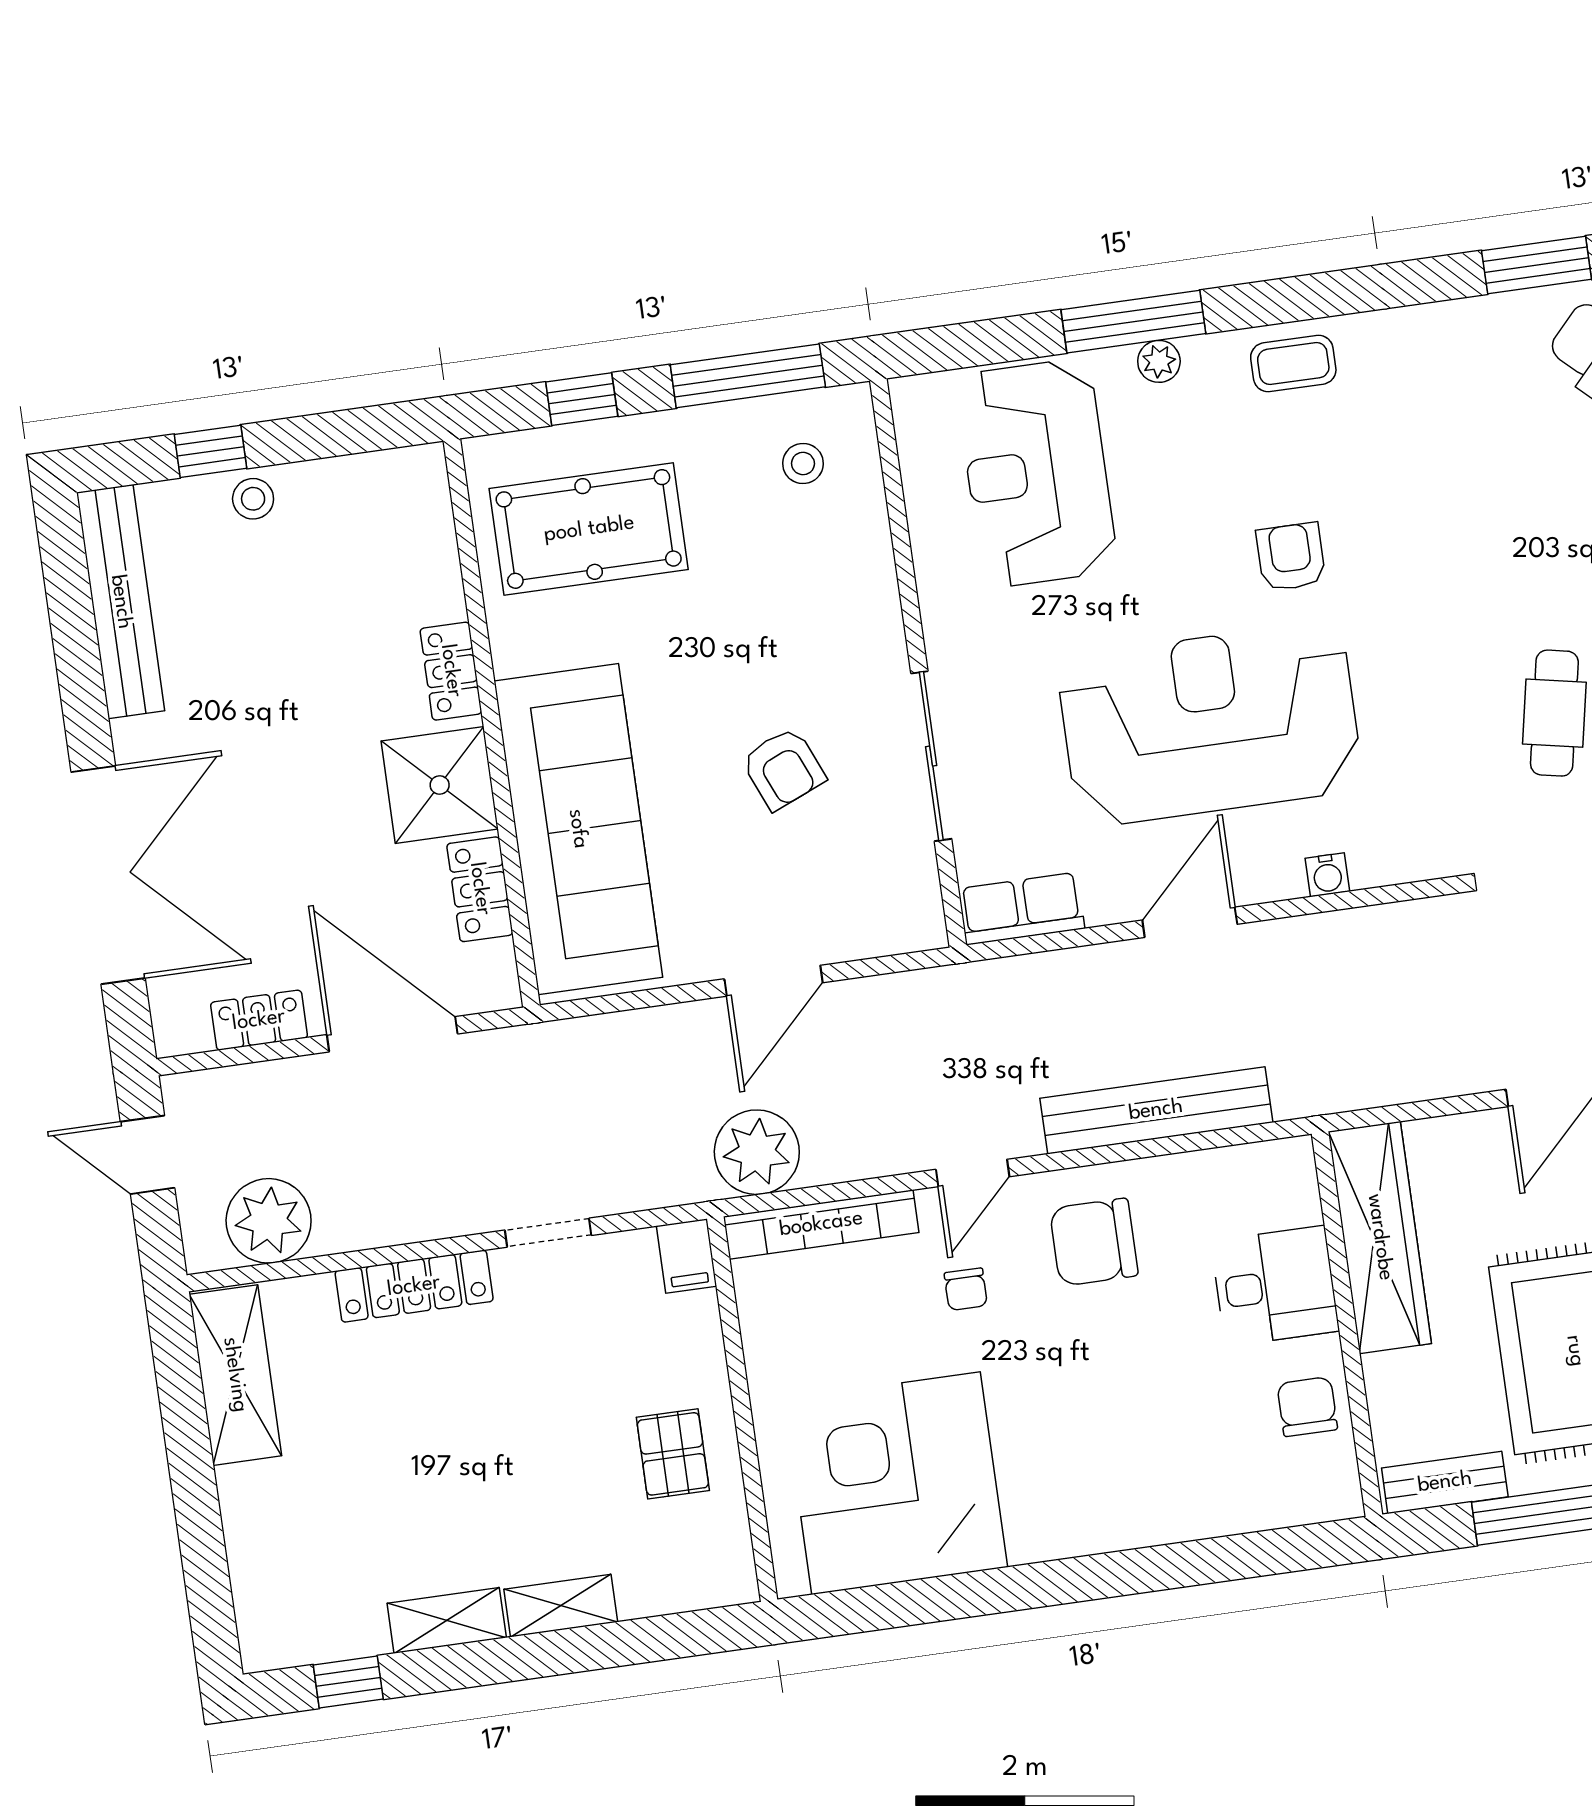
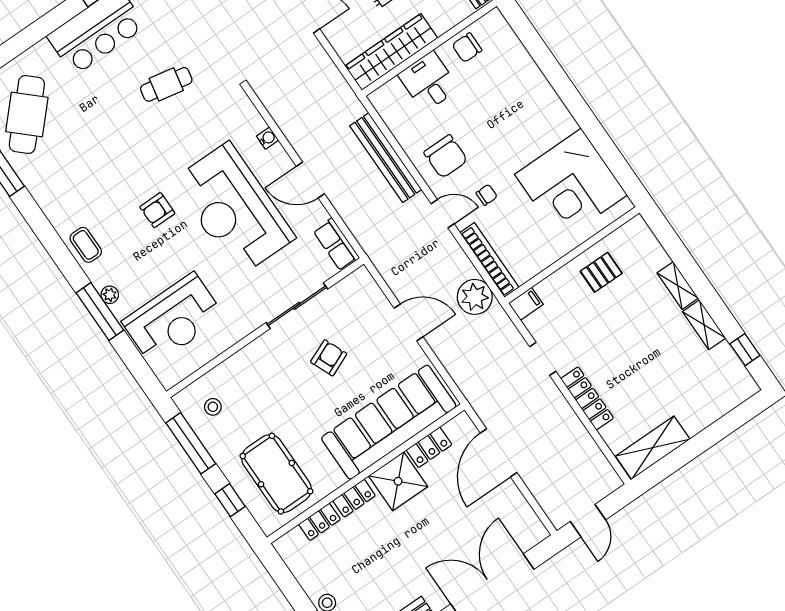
locker: (259, 1020) -> (320, 522), moved, turned -90
plant: (269, 1221) -> (590, 464), removed

